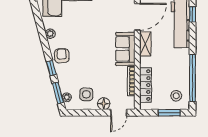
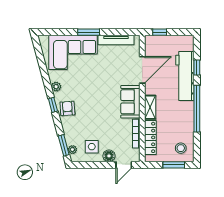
shelving: (145, 44) -> (150, 107), moved
window: (51, 68) -> (53, 105), moved
window: (193, 78) -> (197, 109), moved

